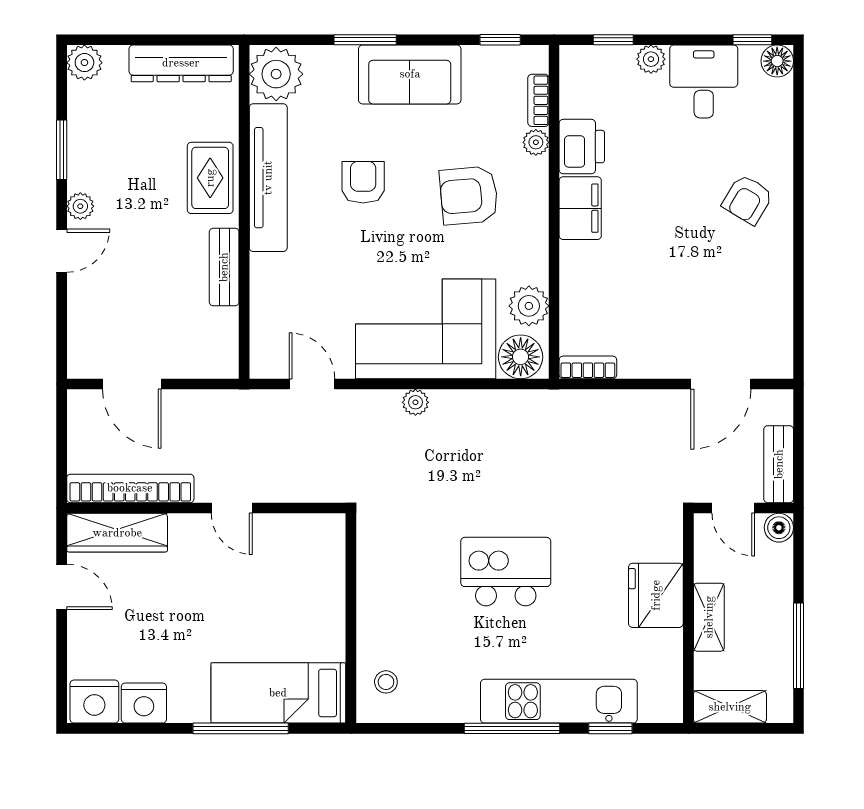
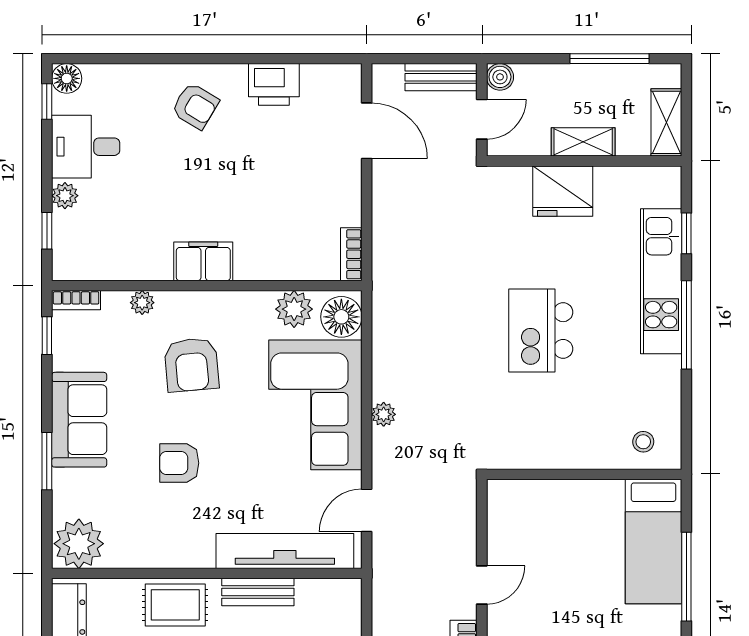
bookcase: (538, 100) -> (76, 300), moved
printer: (582, 147) -> (274, 84), moved, turned 180
tv unit: (268, 178) -> (285, 551), moved

